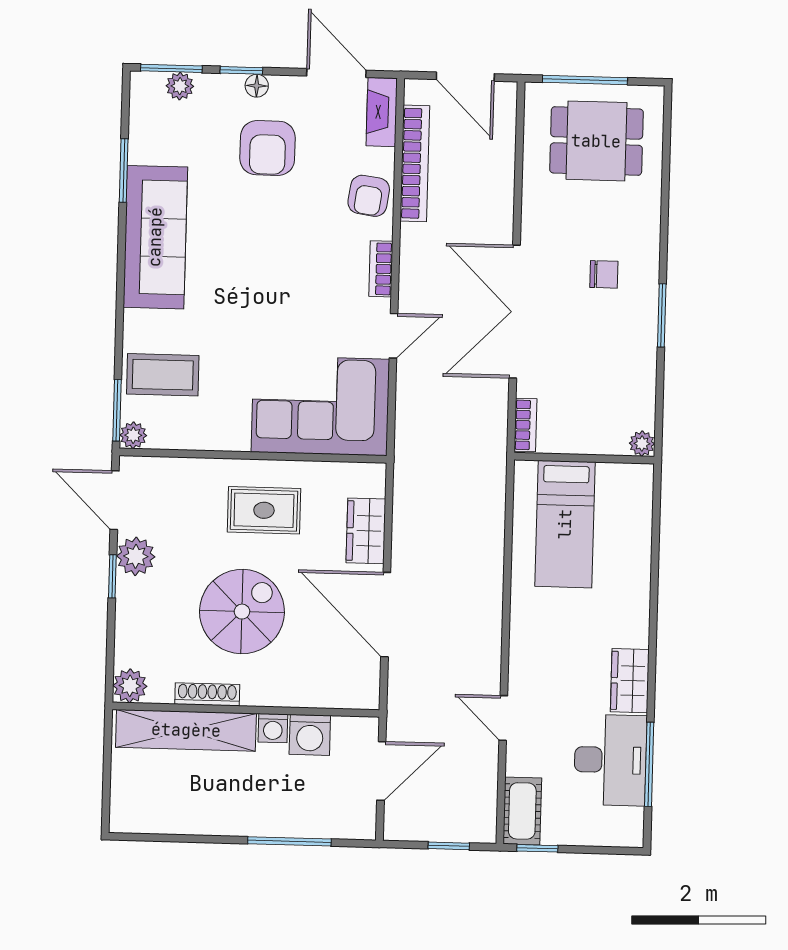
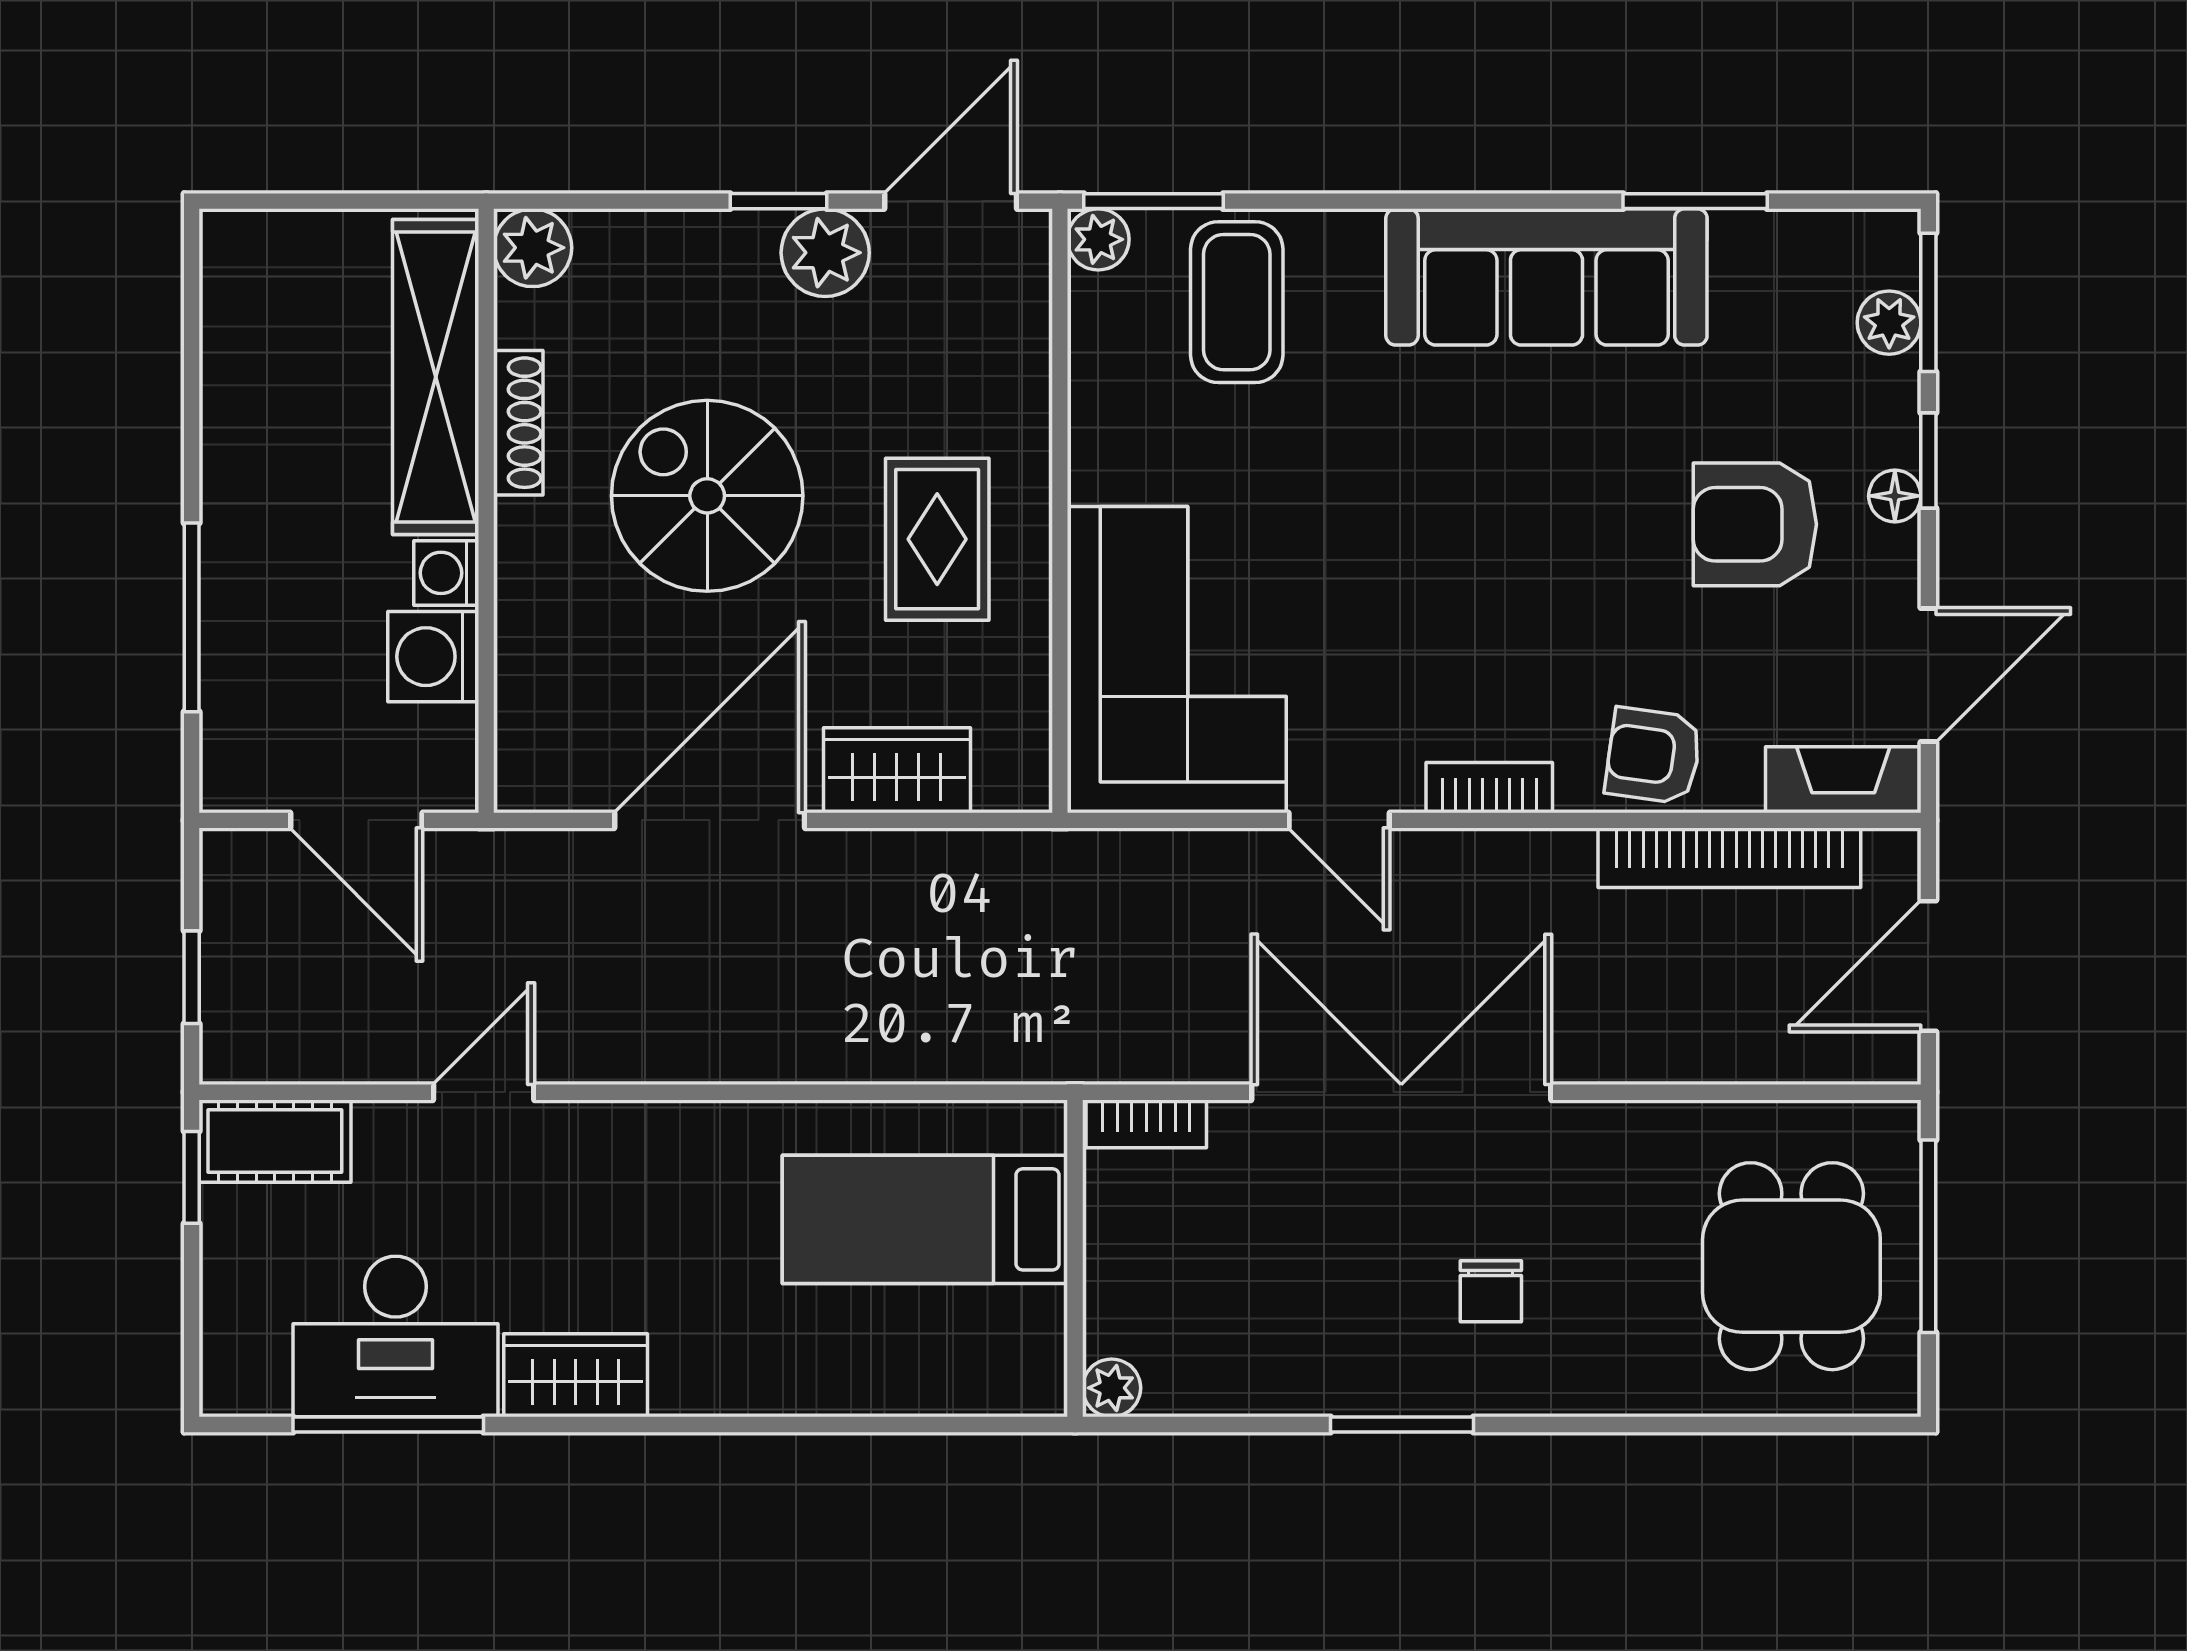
spiral stairs: (242, 612) -> (707, 496), turned 180

